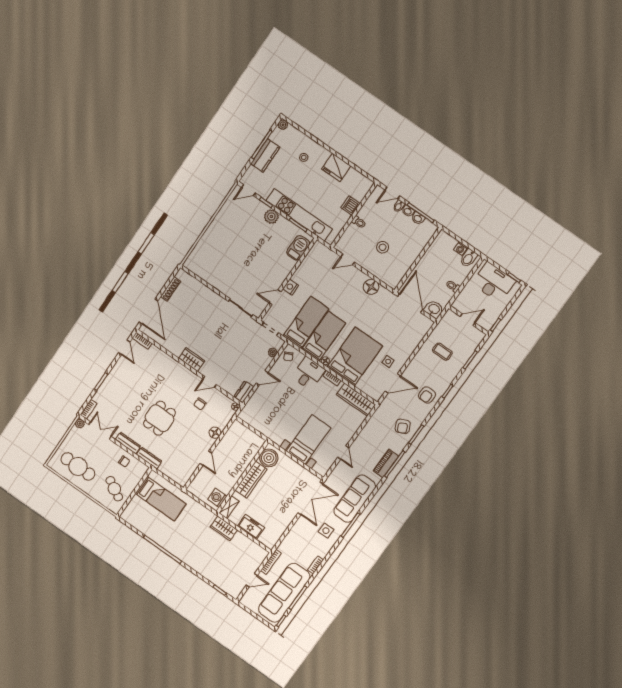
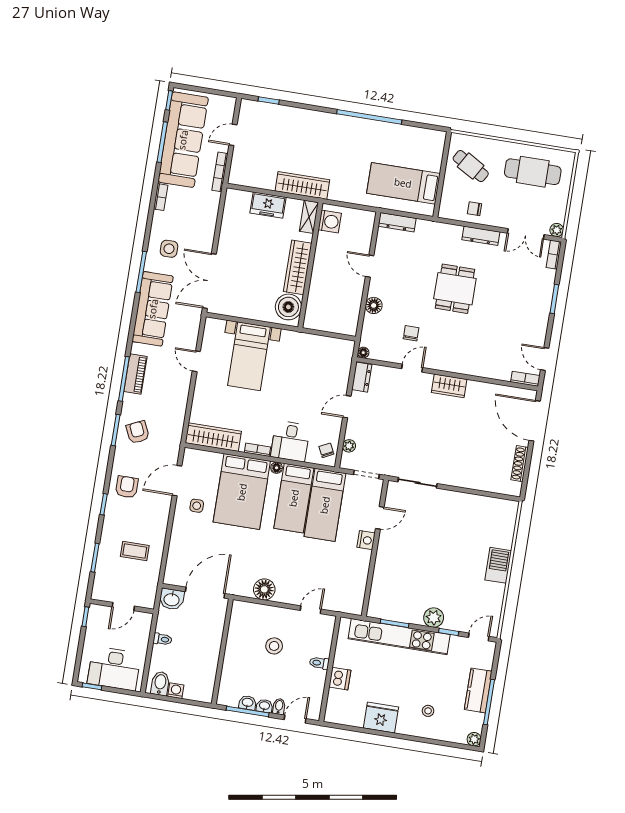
barbecue: (298, 248) -> (498, 565), moved, turned 180
door: (410, 303) -> (205, 593), swing flipped
dresser: (149, 458) -> (397, 222), moved
wardrobe: (224, 528) -> (302, 185), width x1.50

